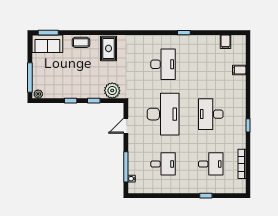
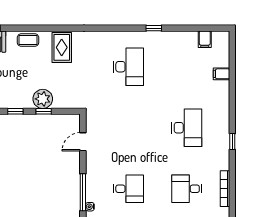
plant: (112, 91) -> (43, 99), moved
desk: (163, 114) -> (128, 128), removed
desk: (211, 114) -> (187, 128), turned 180
desk: (211, 164) -> (187, 189), turned 180

